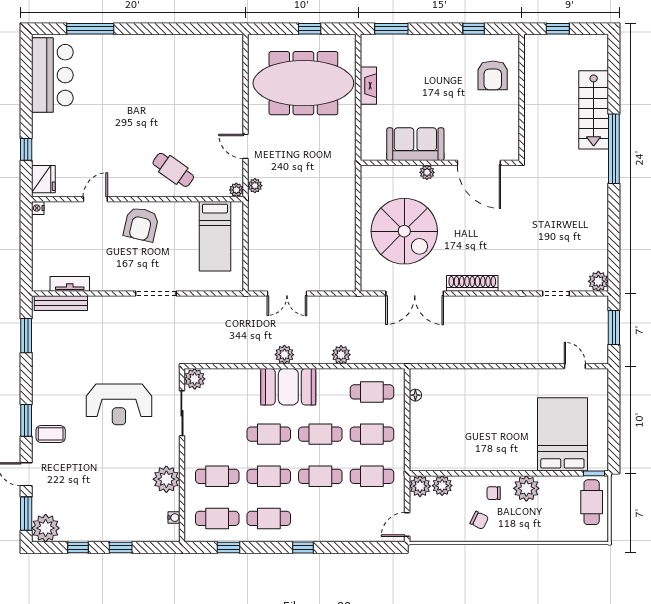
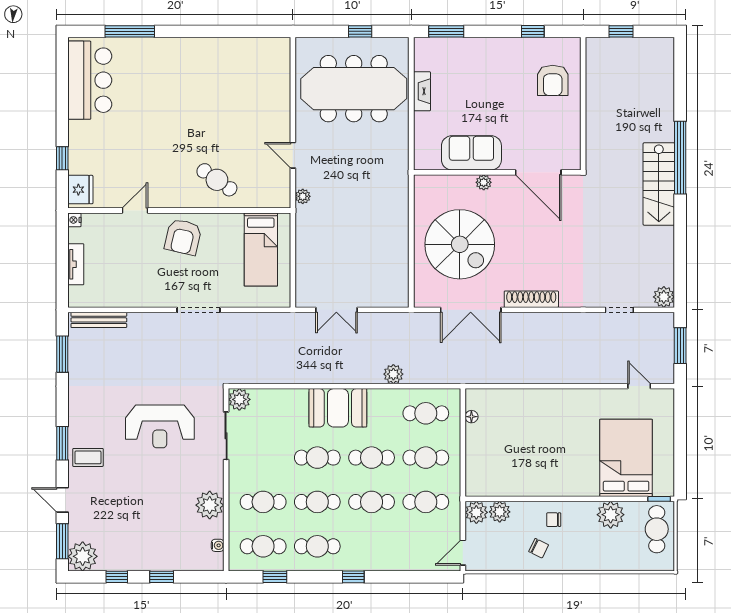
stairs: (594, 110) -> (659, 184), moved
plant: (236, 190) -> (283, 201), removed
tv unit: (70, 284) -> (76, 264), moved, turned 90
plant: (284, 355) -> (334, 374), removed
plant: (526, 488) -> (611, 515), moved

